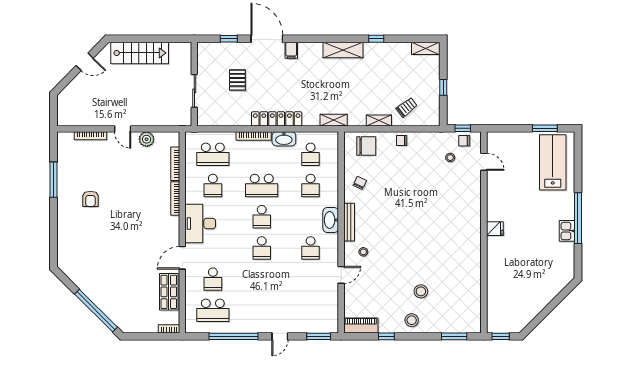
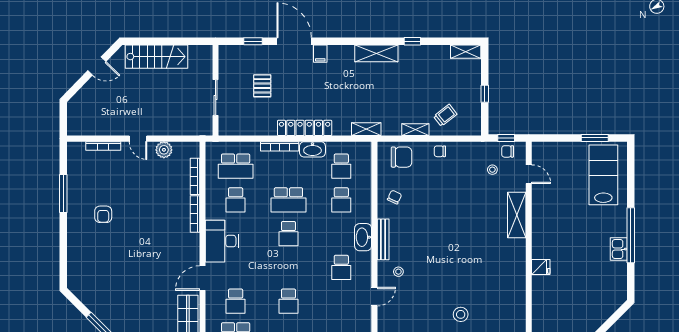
shelving: (473, 199) -> (517, 215), added
fridge: (495, 229) -> (541, 267), moved
school desk: (262, 248) -> (288, 301), moved

